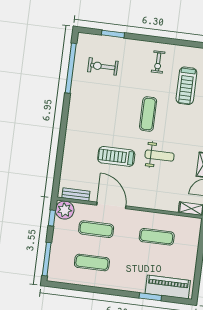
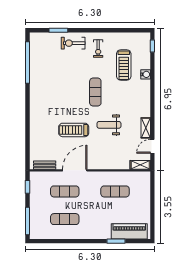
exercise bike: (103, 66) -> (73, 43), moved
weight bench: (159, 156) -> (109, 125), turned 180
door: (111, 205) -> (75, 170), hinge flipped
plant: (65, 210) -> (37, 179), removed

